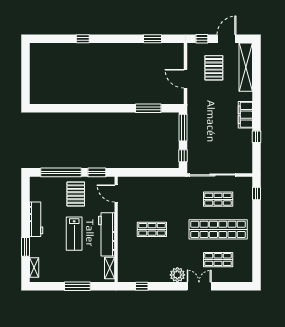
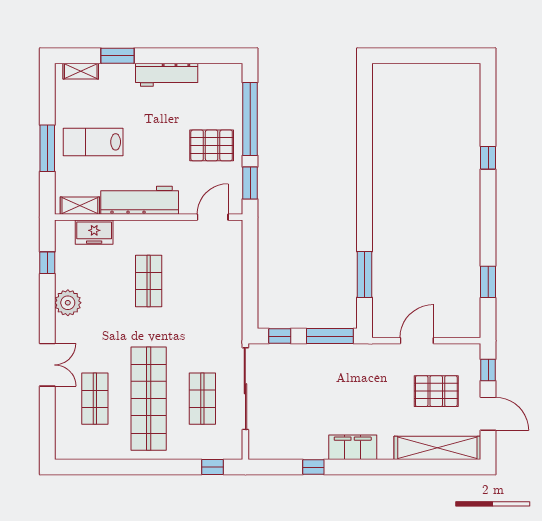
lab bench: (74, 234) -> (93, 142), moved
freezer: (124, 260) -> (94, 232), added
plant: (177, 275) -> (68, 303), moved

